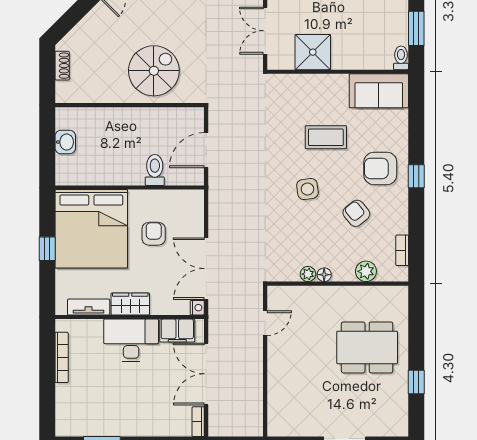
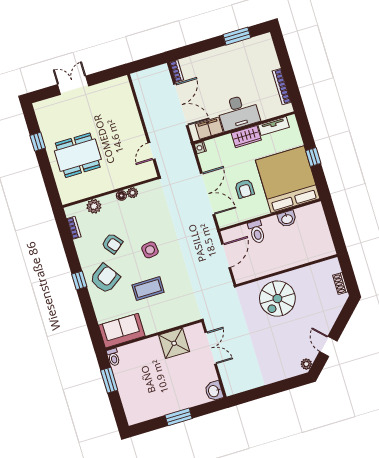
washbasin: (65, 142) -> (287, 219), moved, turned -90
armchair: (380, 168) -> (105, 278), turned -35
double door: (206, 269) -> (208, 194), moved

